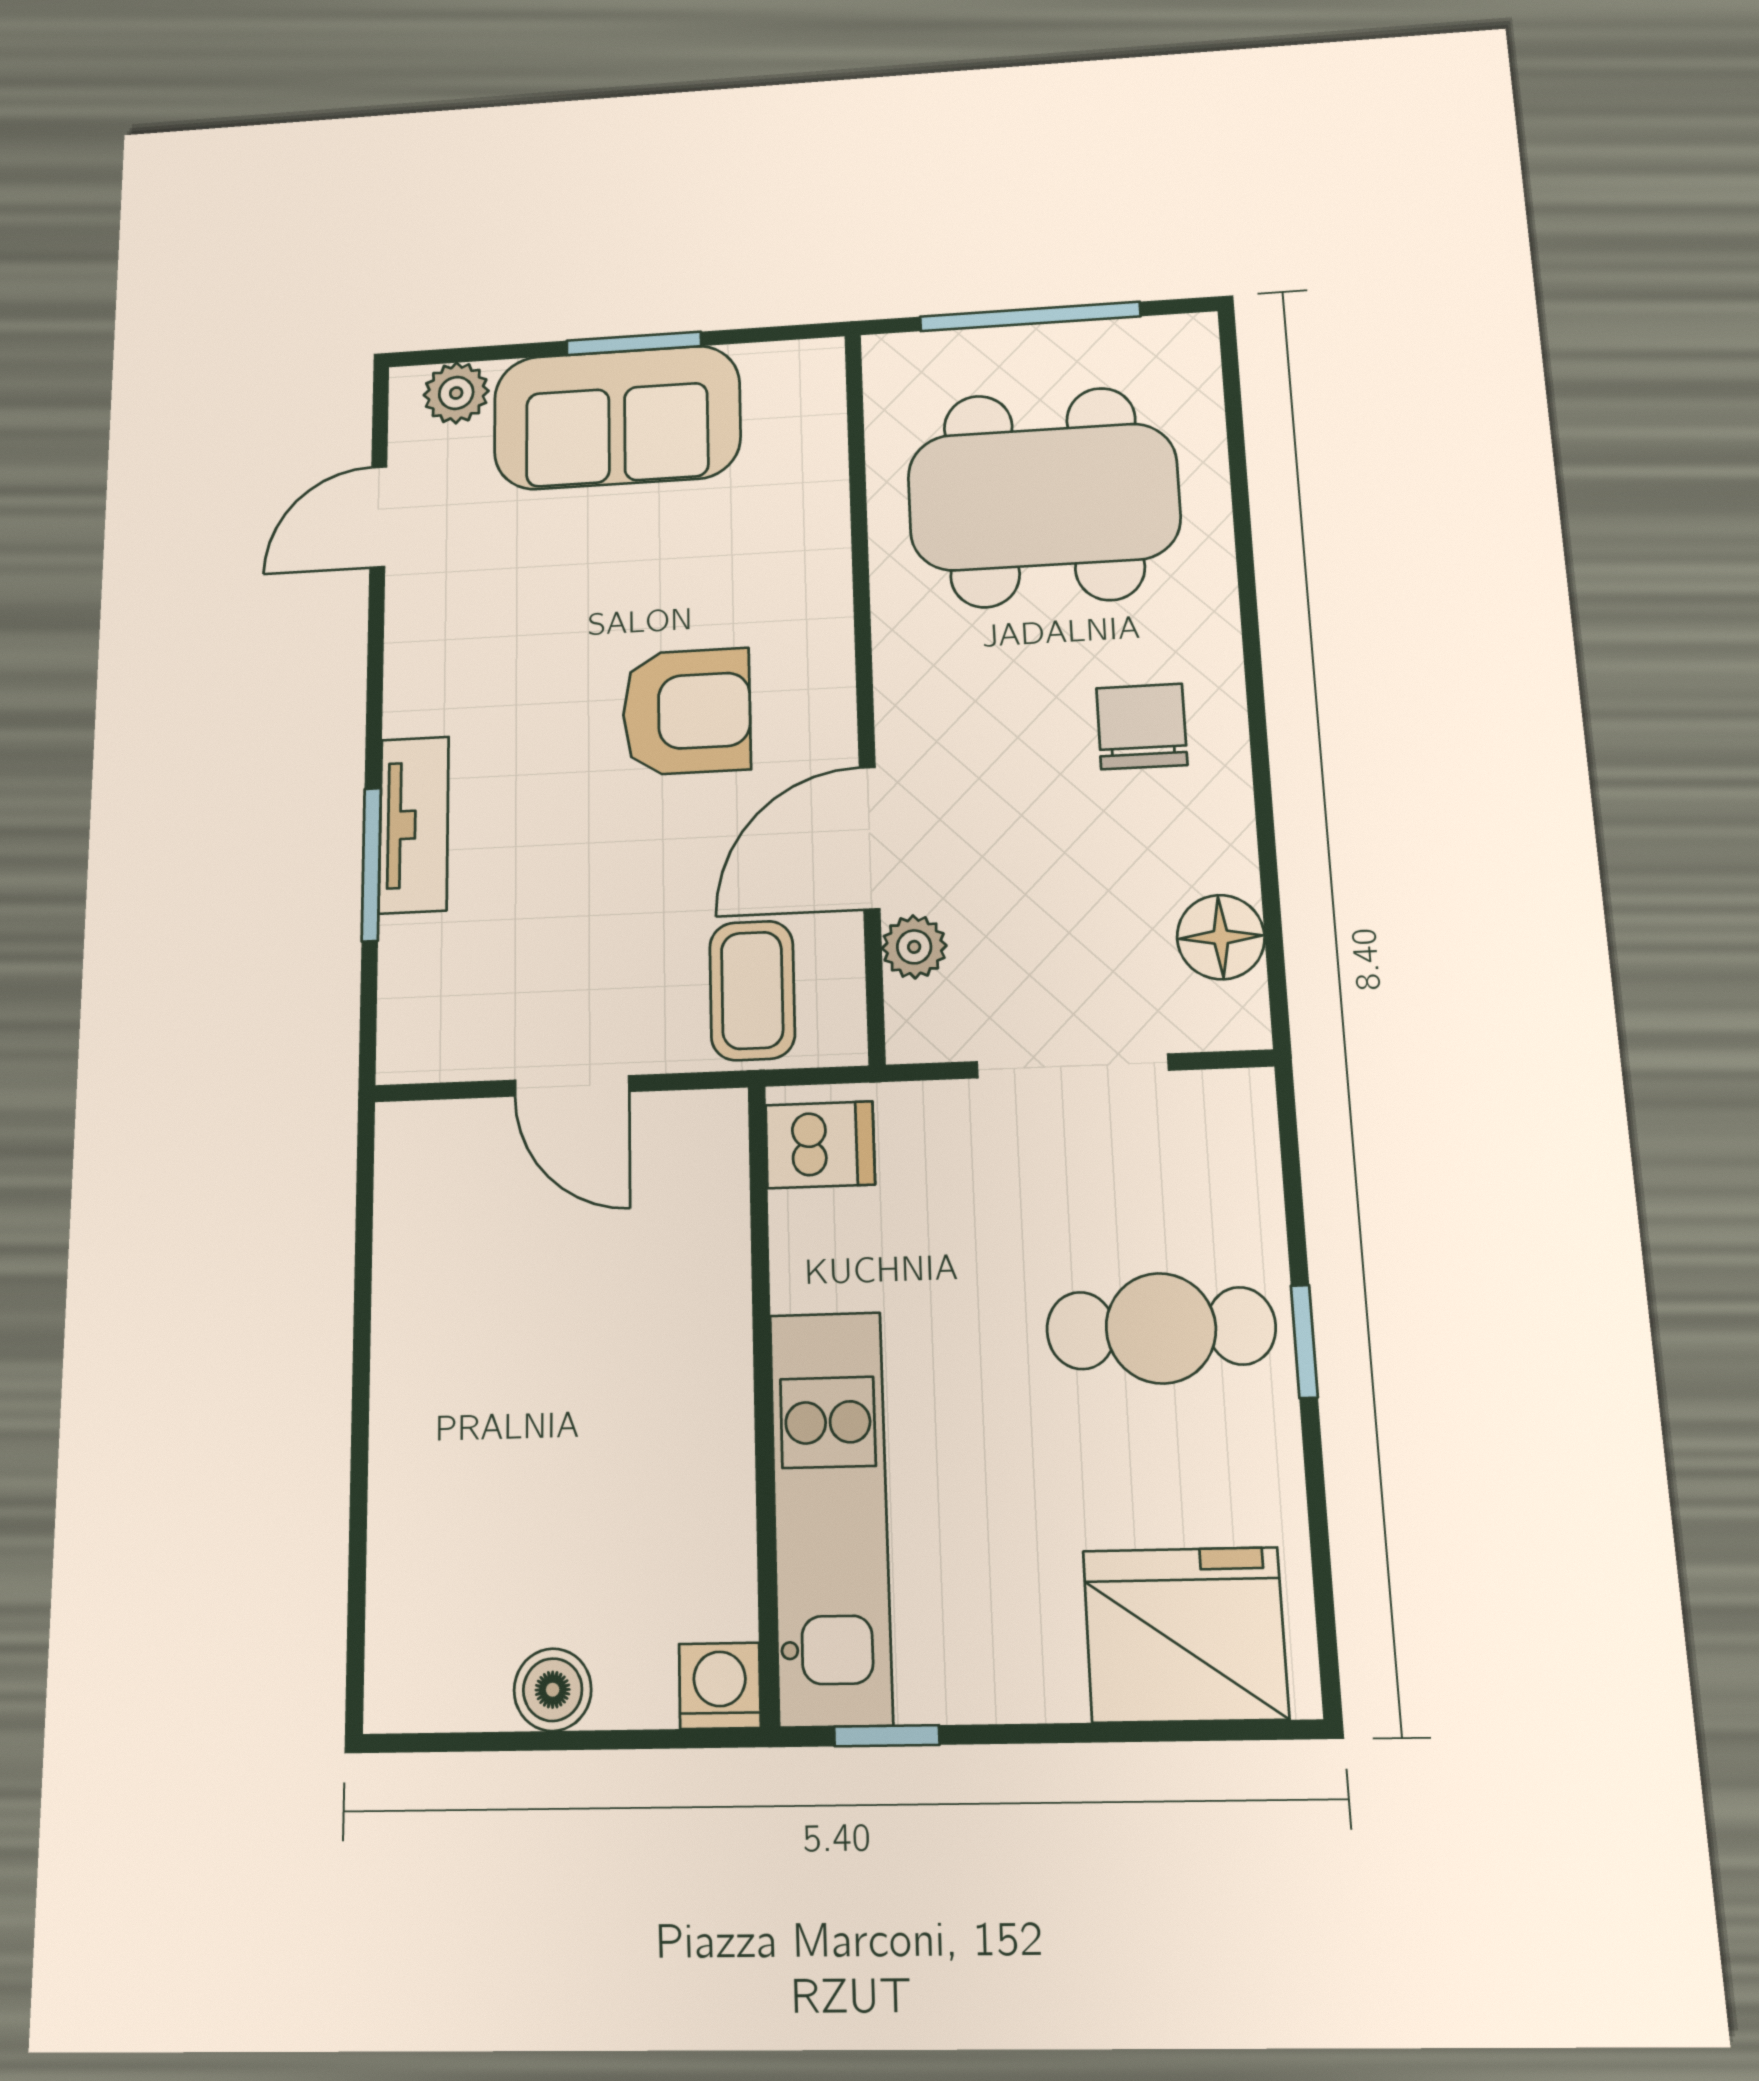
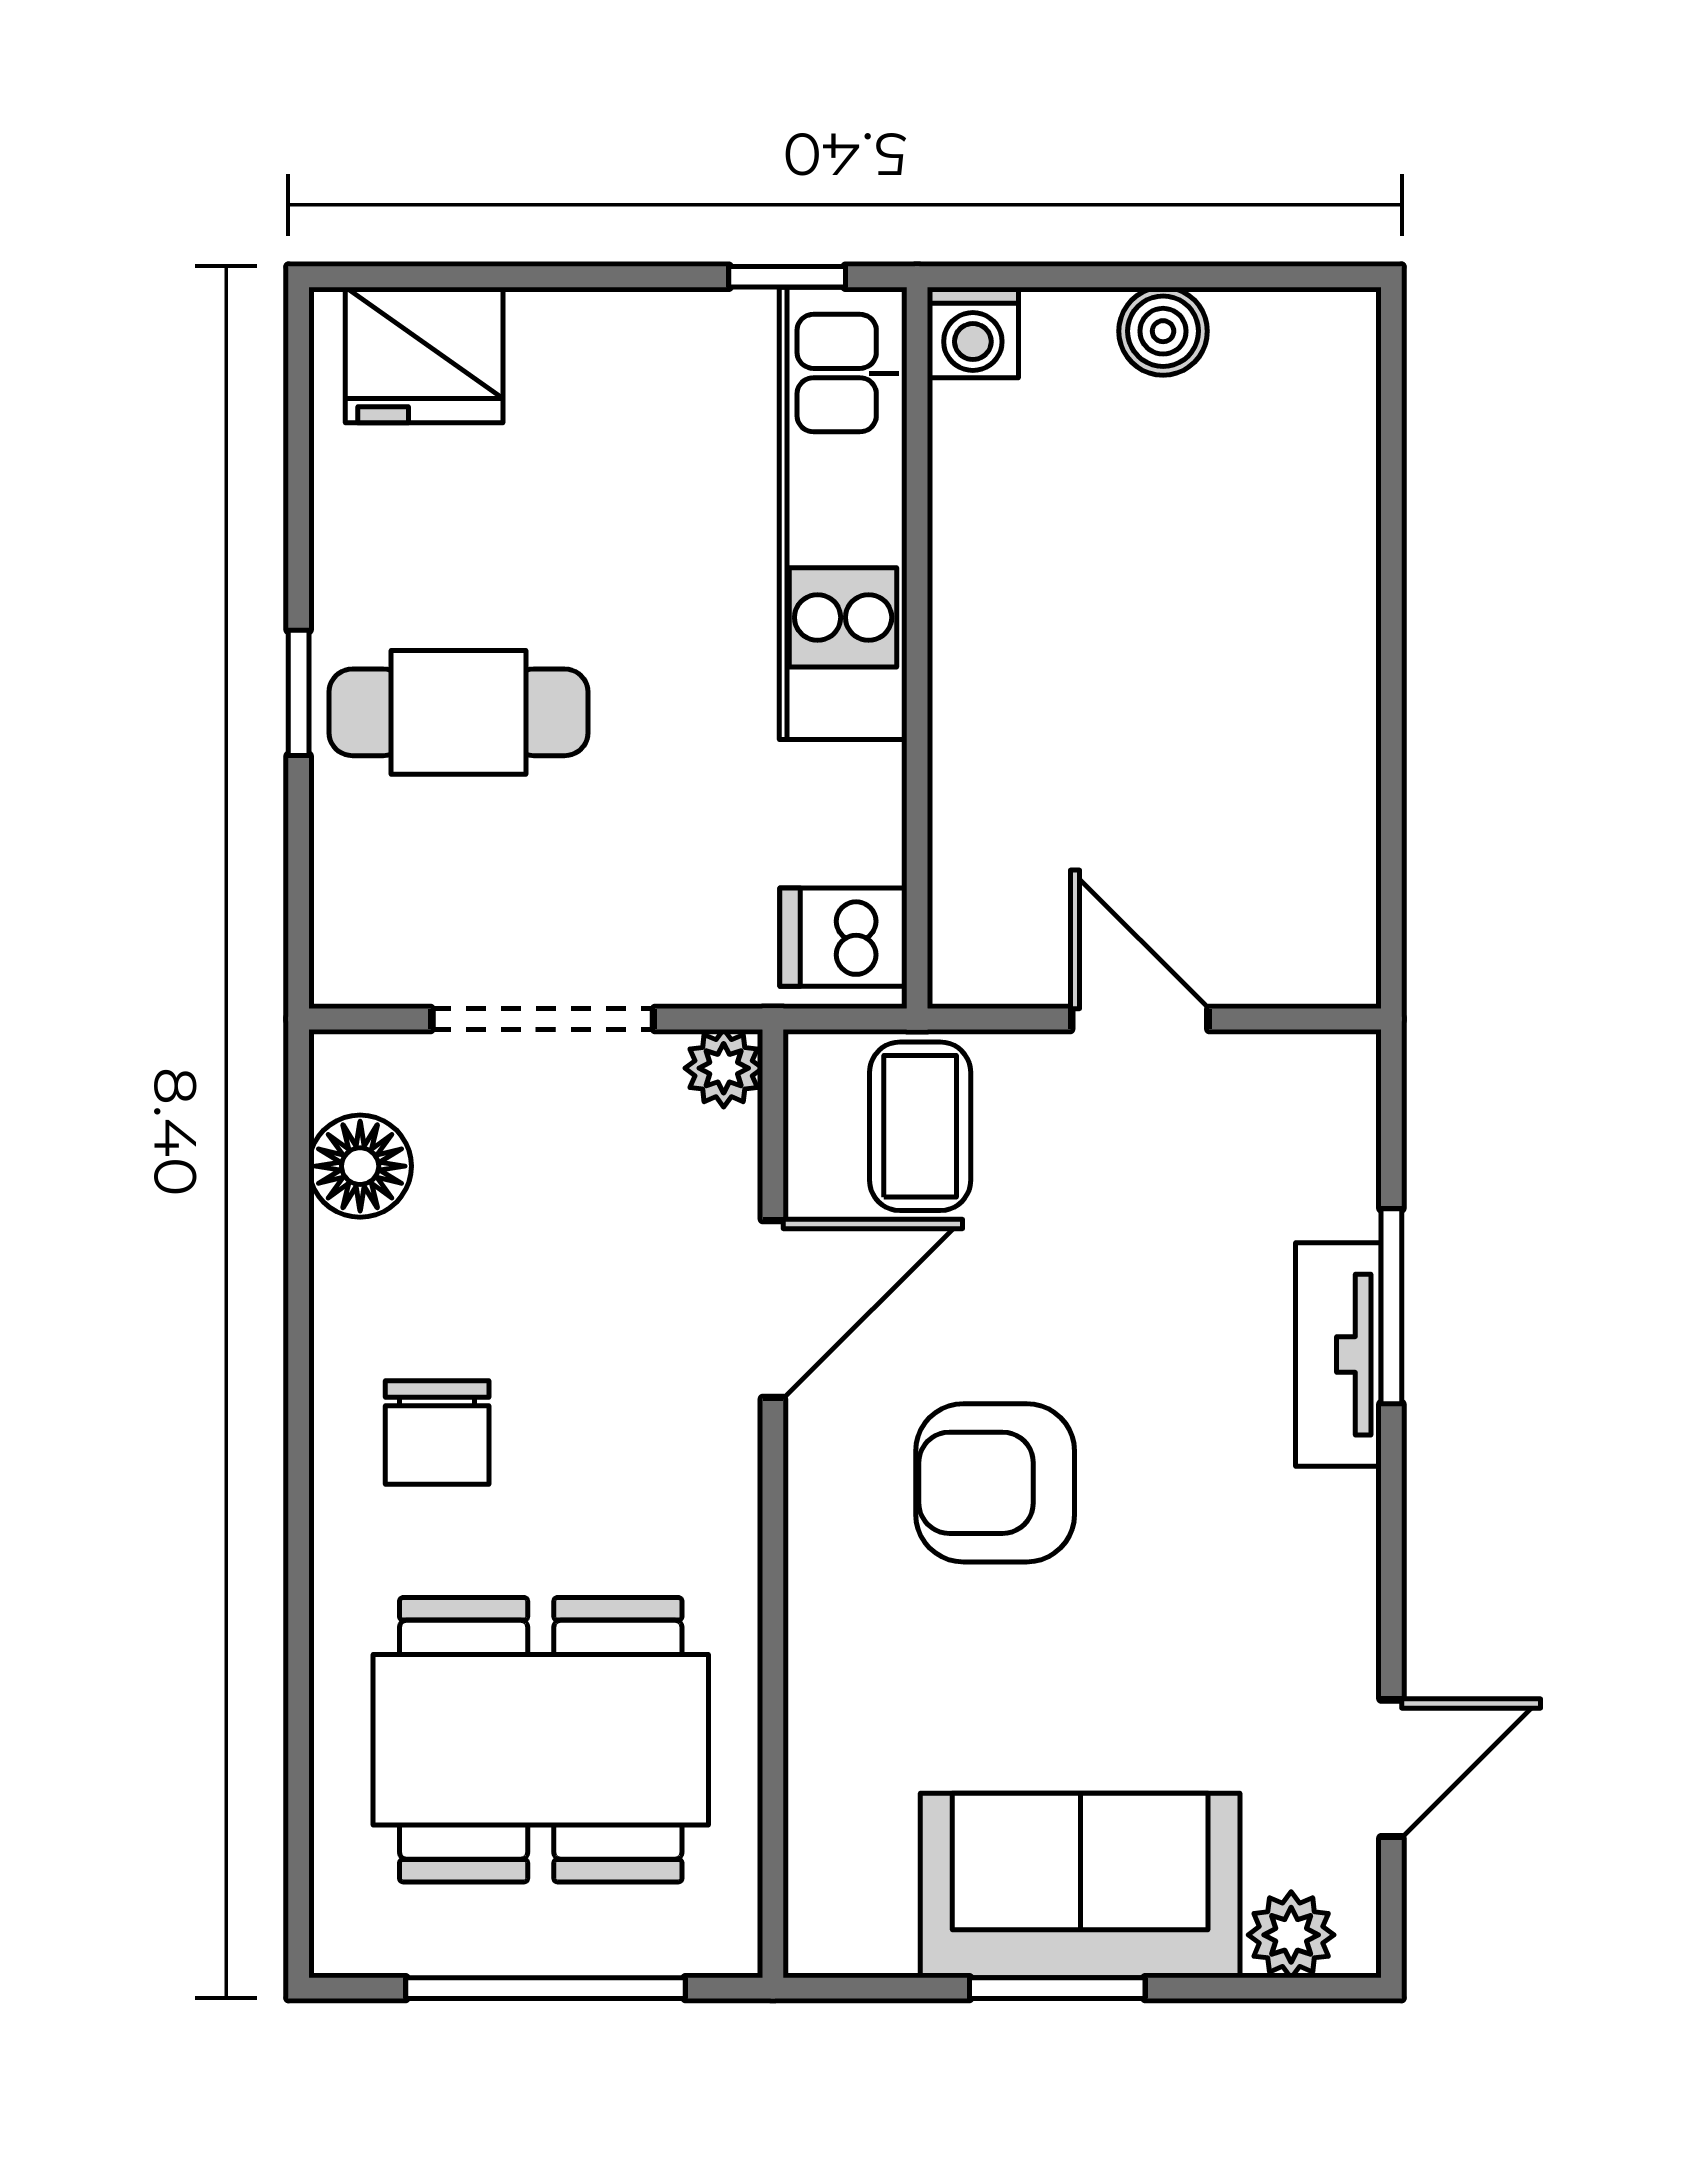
plant: (914, 947) -> (724, 1068), moved
fridge: (1185, 1635) -> (424, 355), width x0.73, depth x0.75

